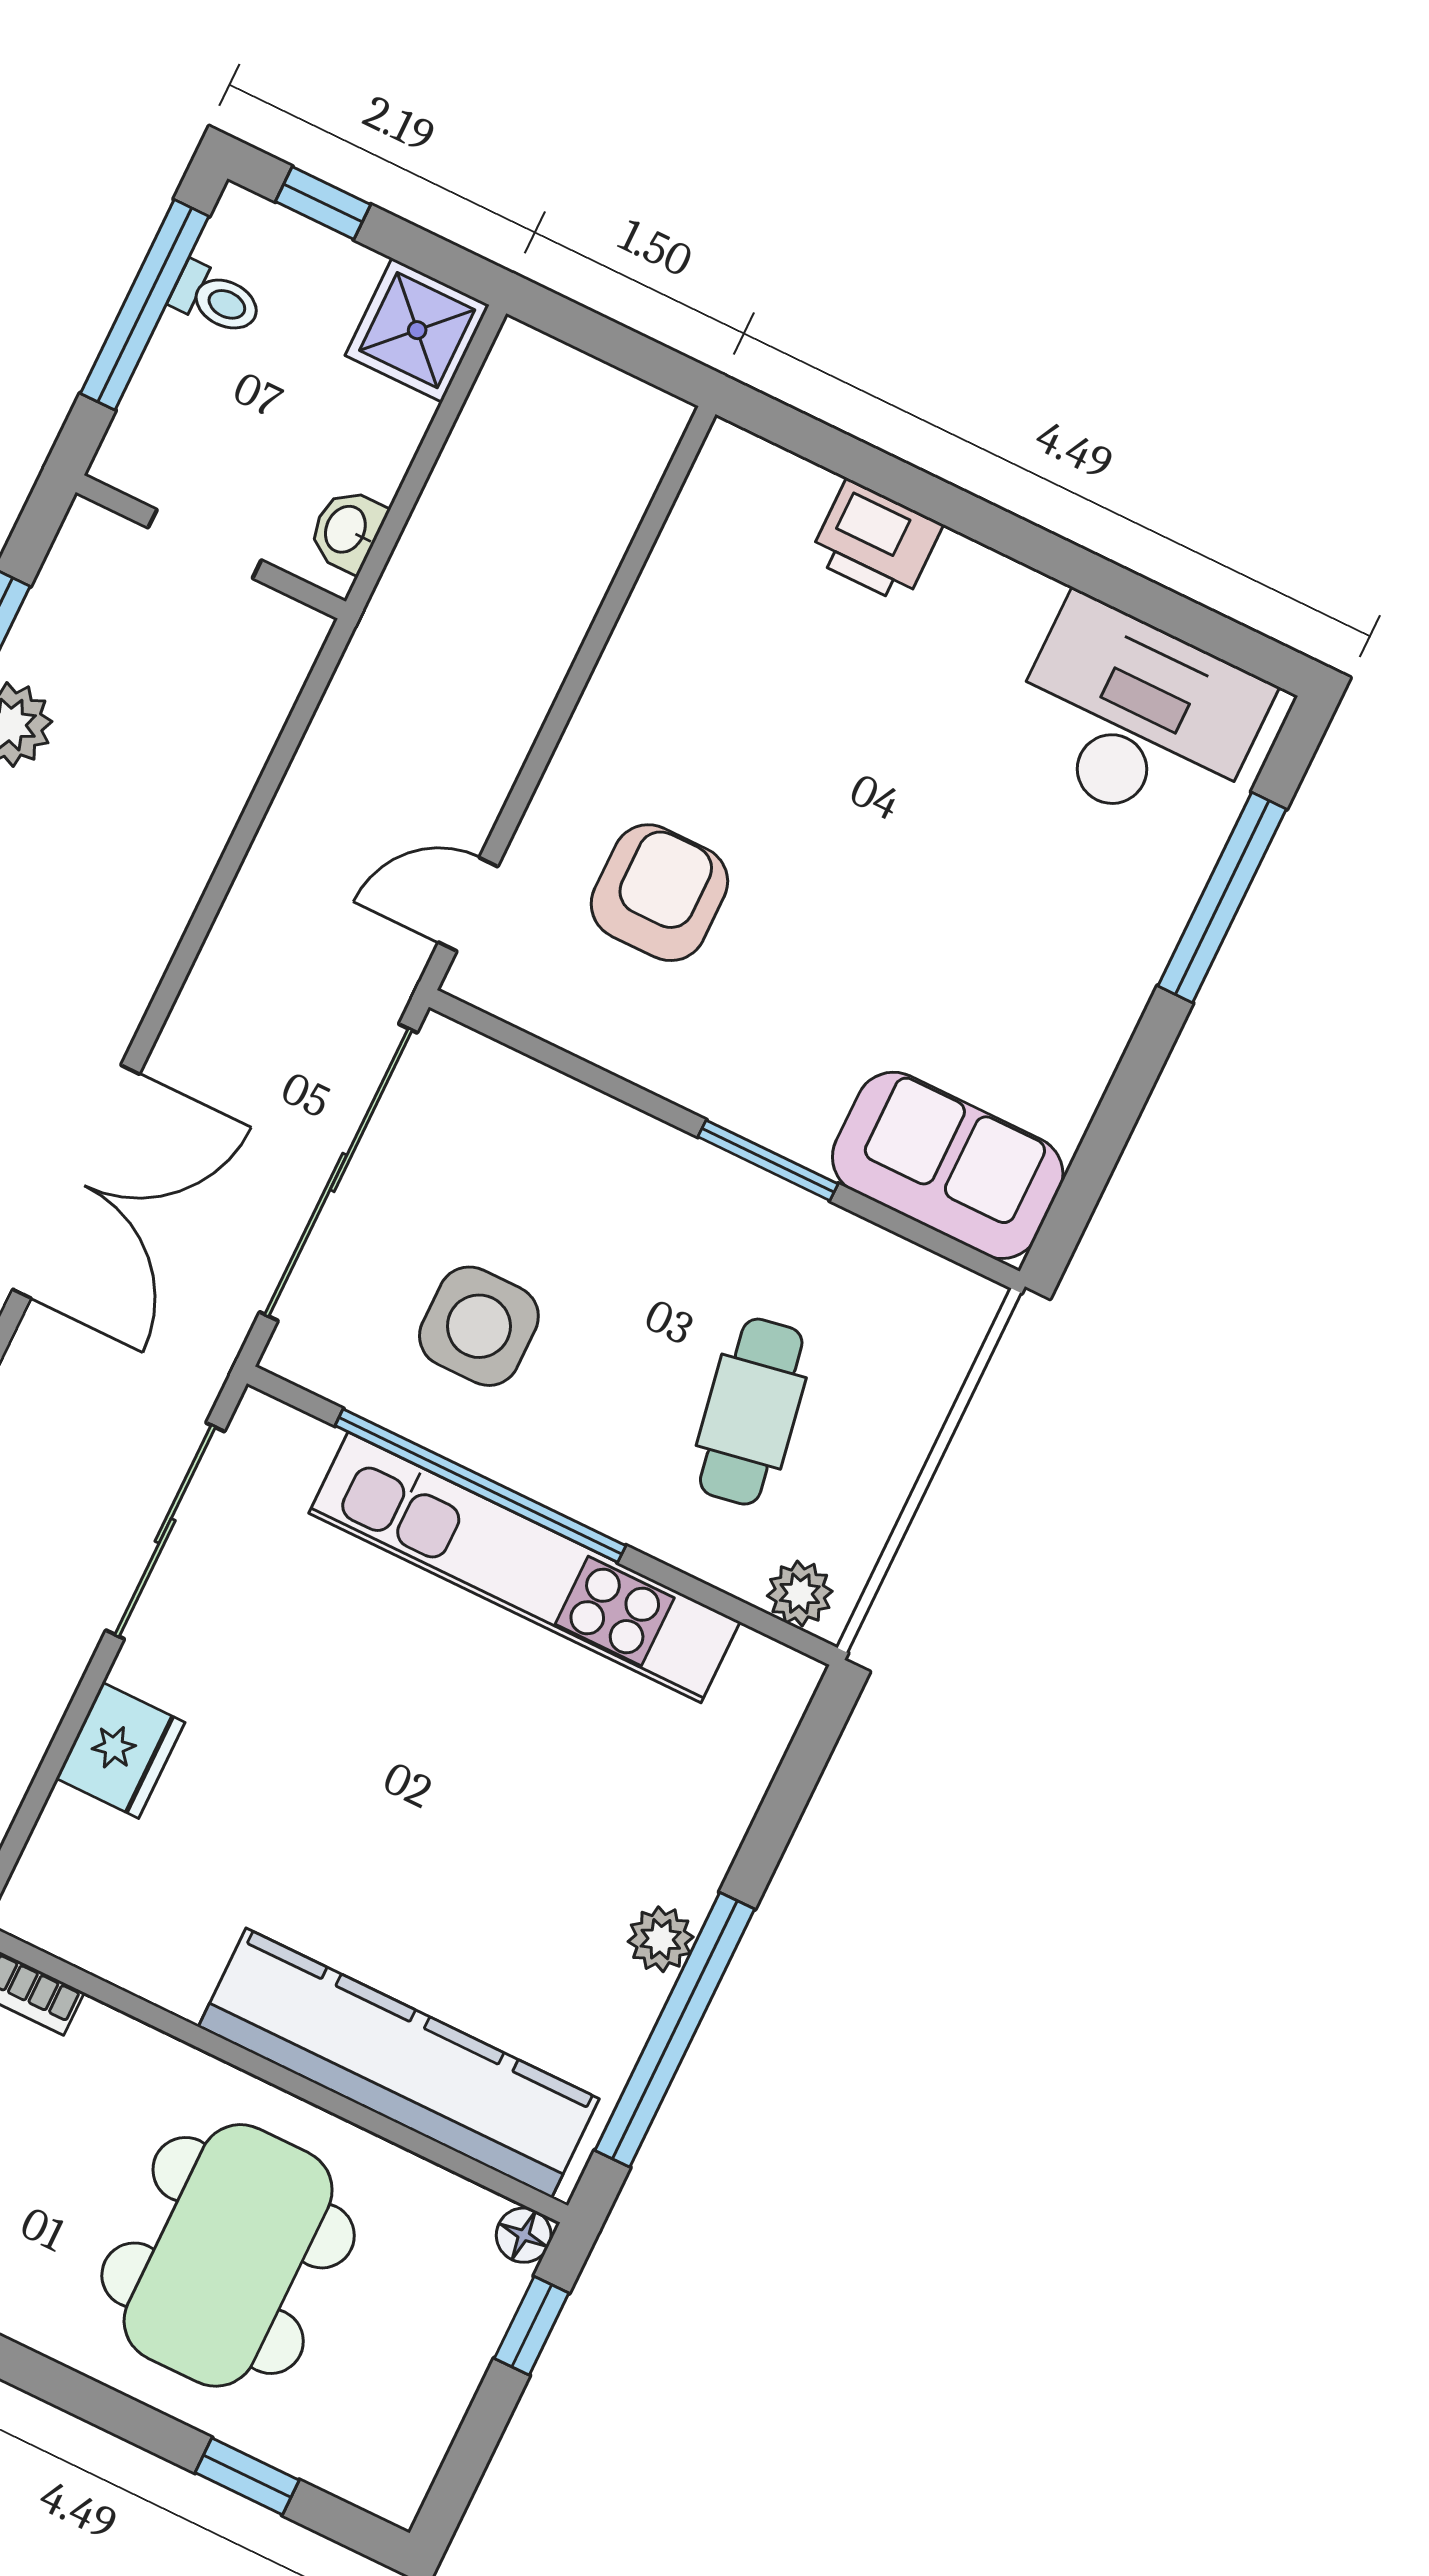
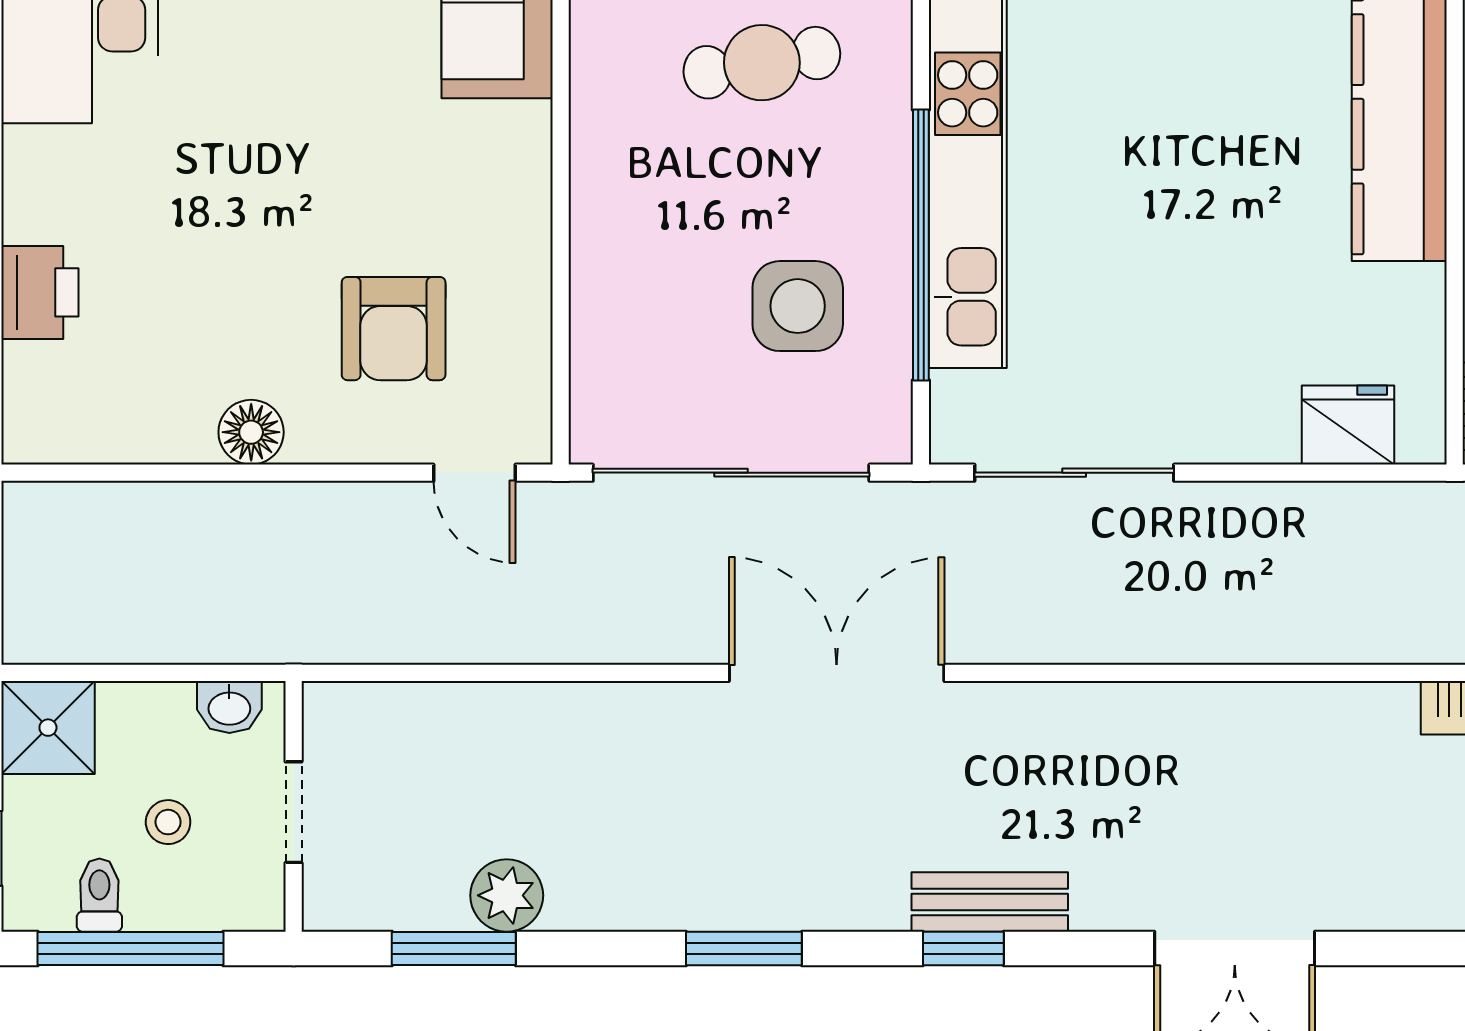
stool: (258, 408) -> (168, 822), added
floor lamp: (623, 691) -> (251, 432), added
armchair: (659, 893) -> (394, 329), turned -90
window: (768, 1160) -> (561, 144), removed
fridge: (121, 1750) -> (1348, 425), moved

